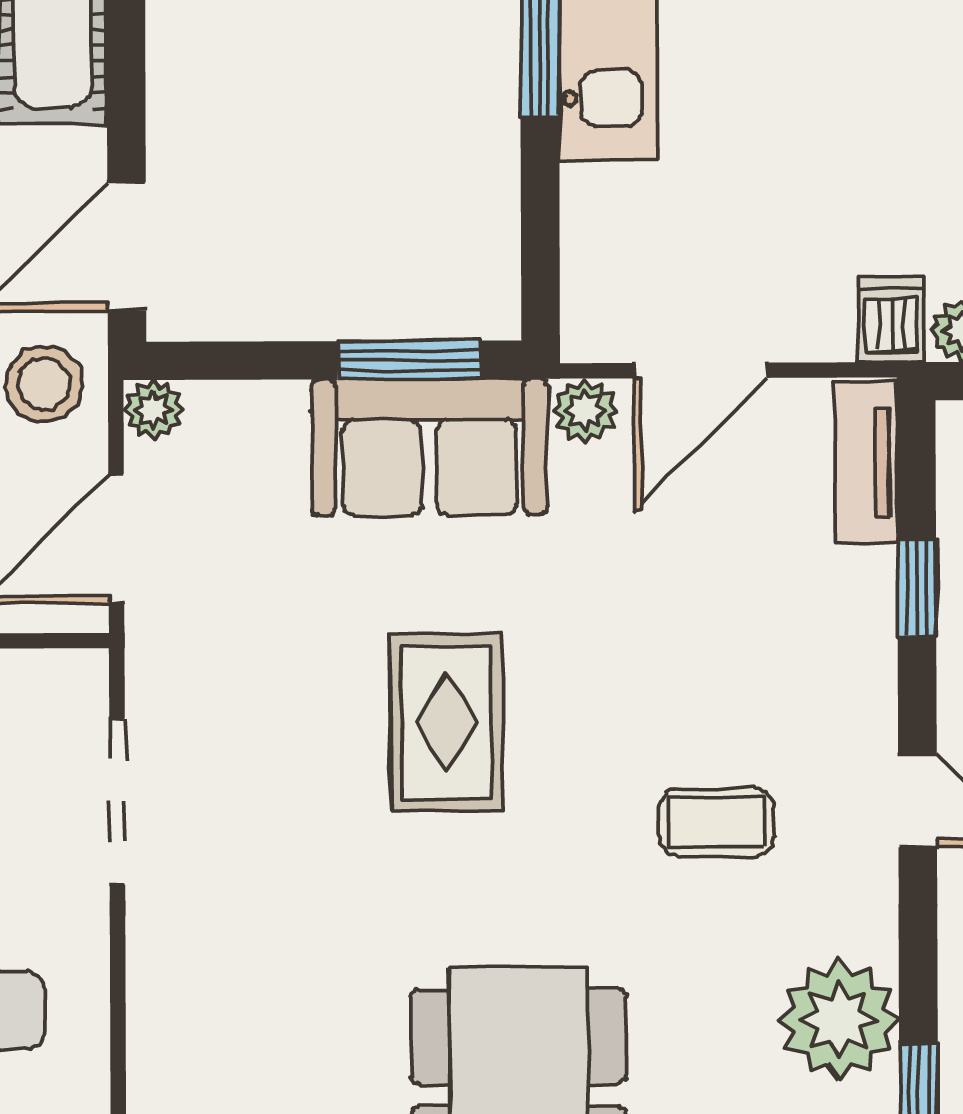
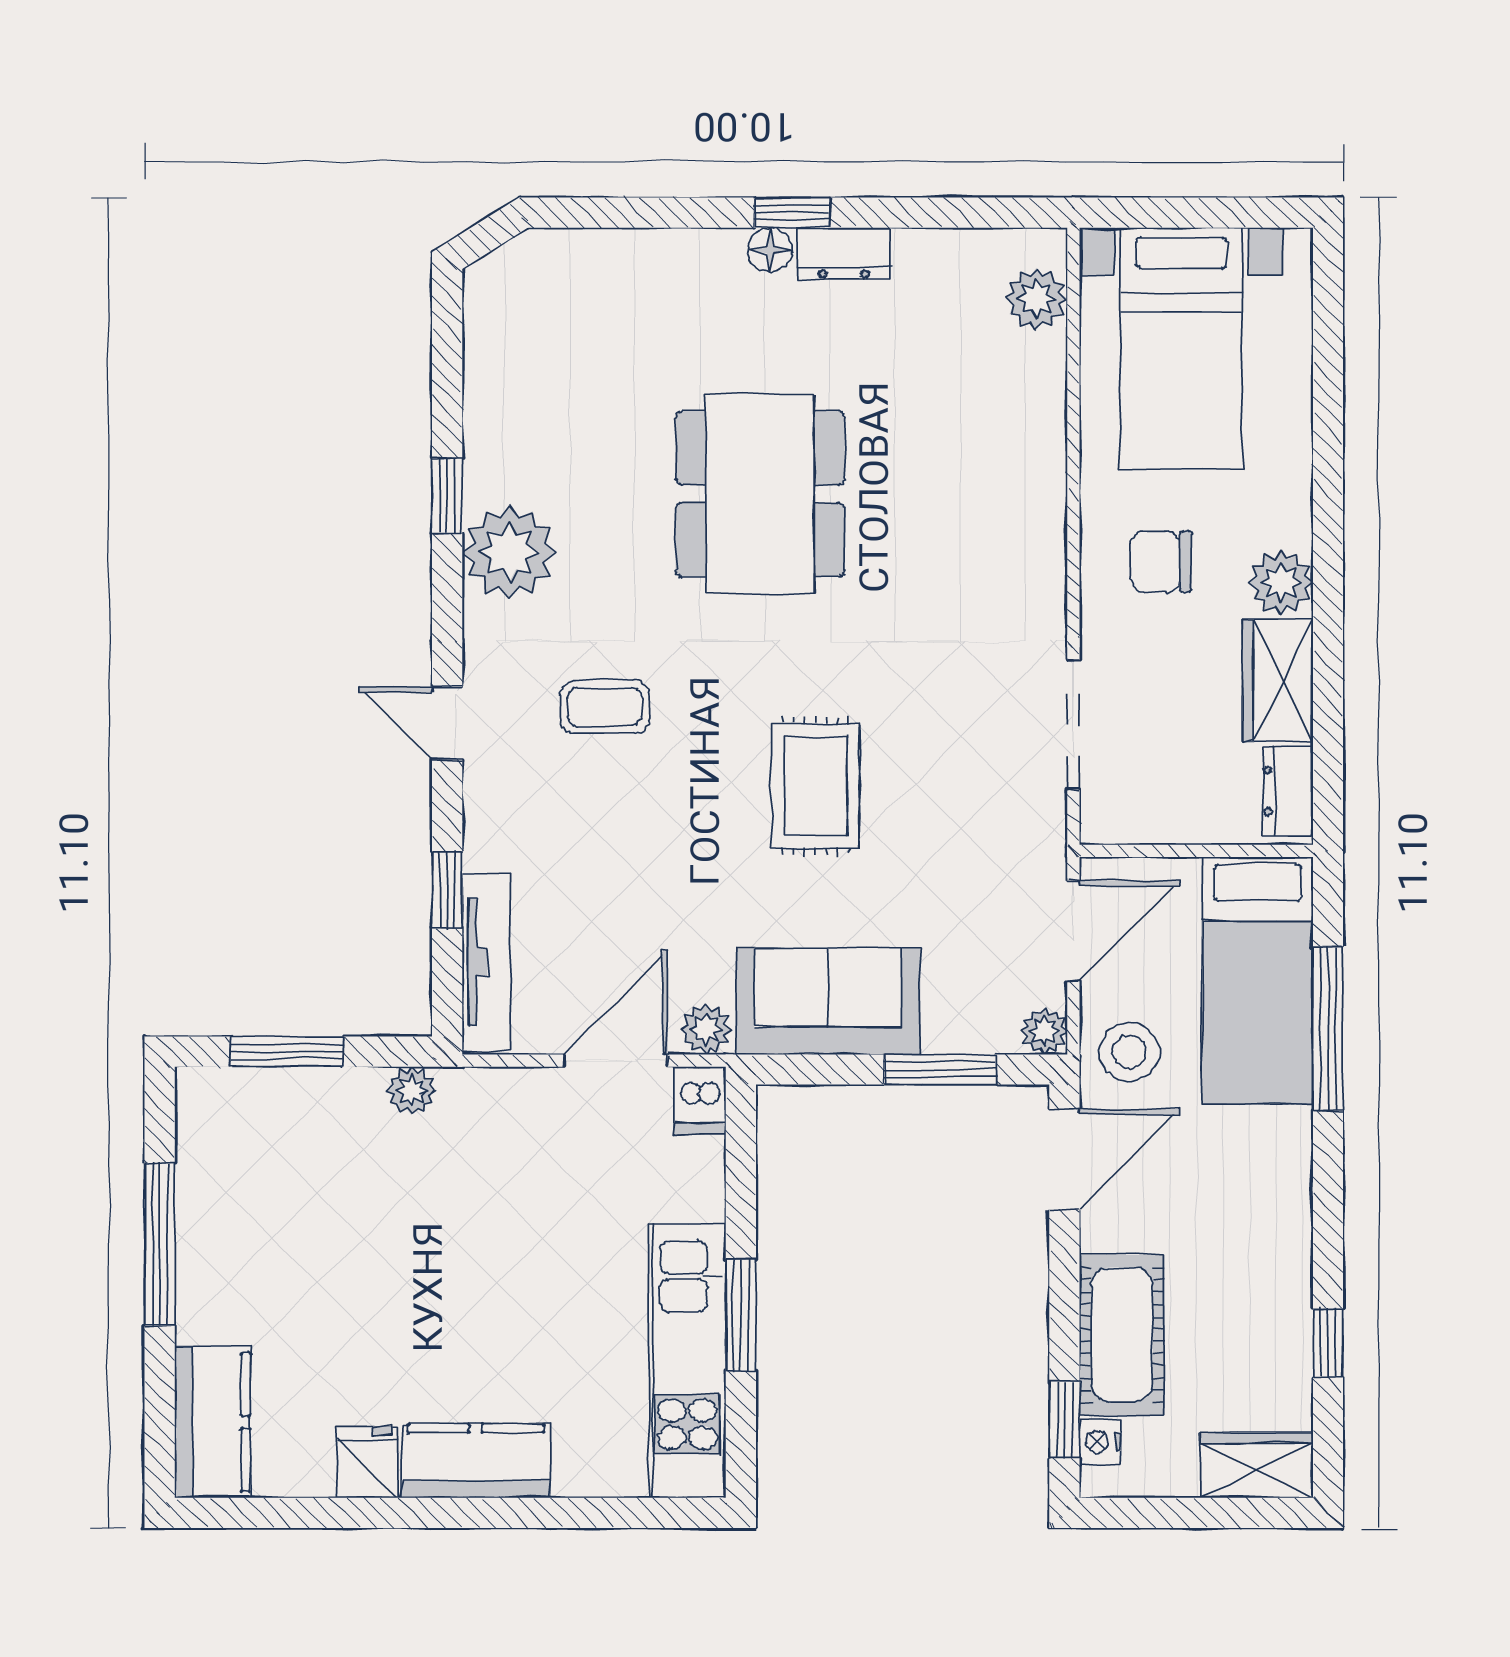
dishwasher: (891, 319) -> (700, 1100), moved
window: (409, 360) -> (940, 1070), moved
tv unit: (866, 463) -> (486, 962), width x1.41

